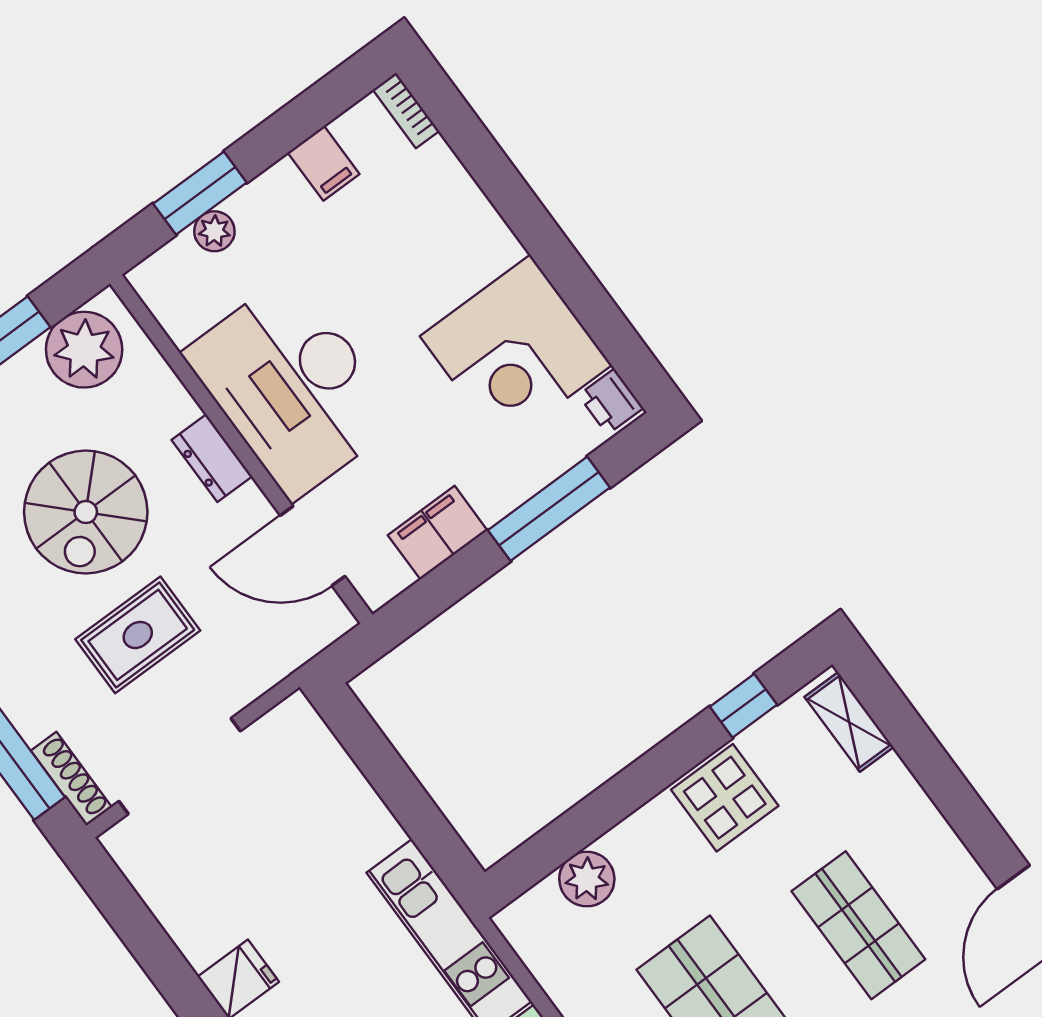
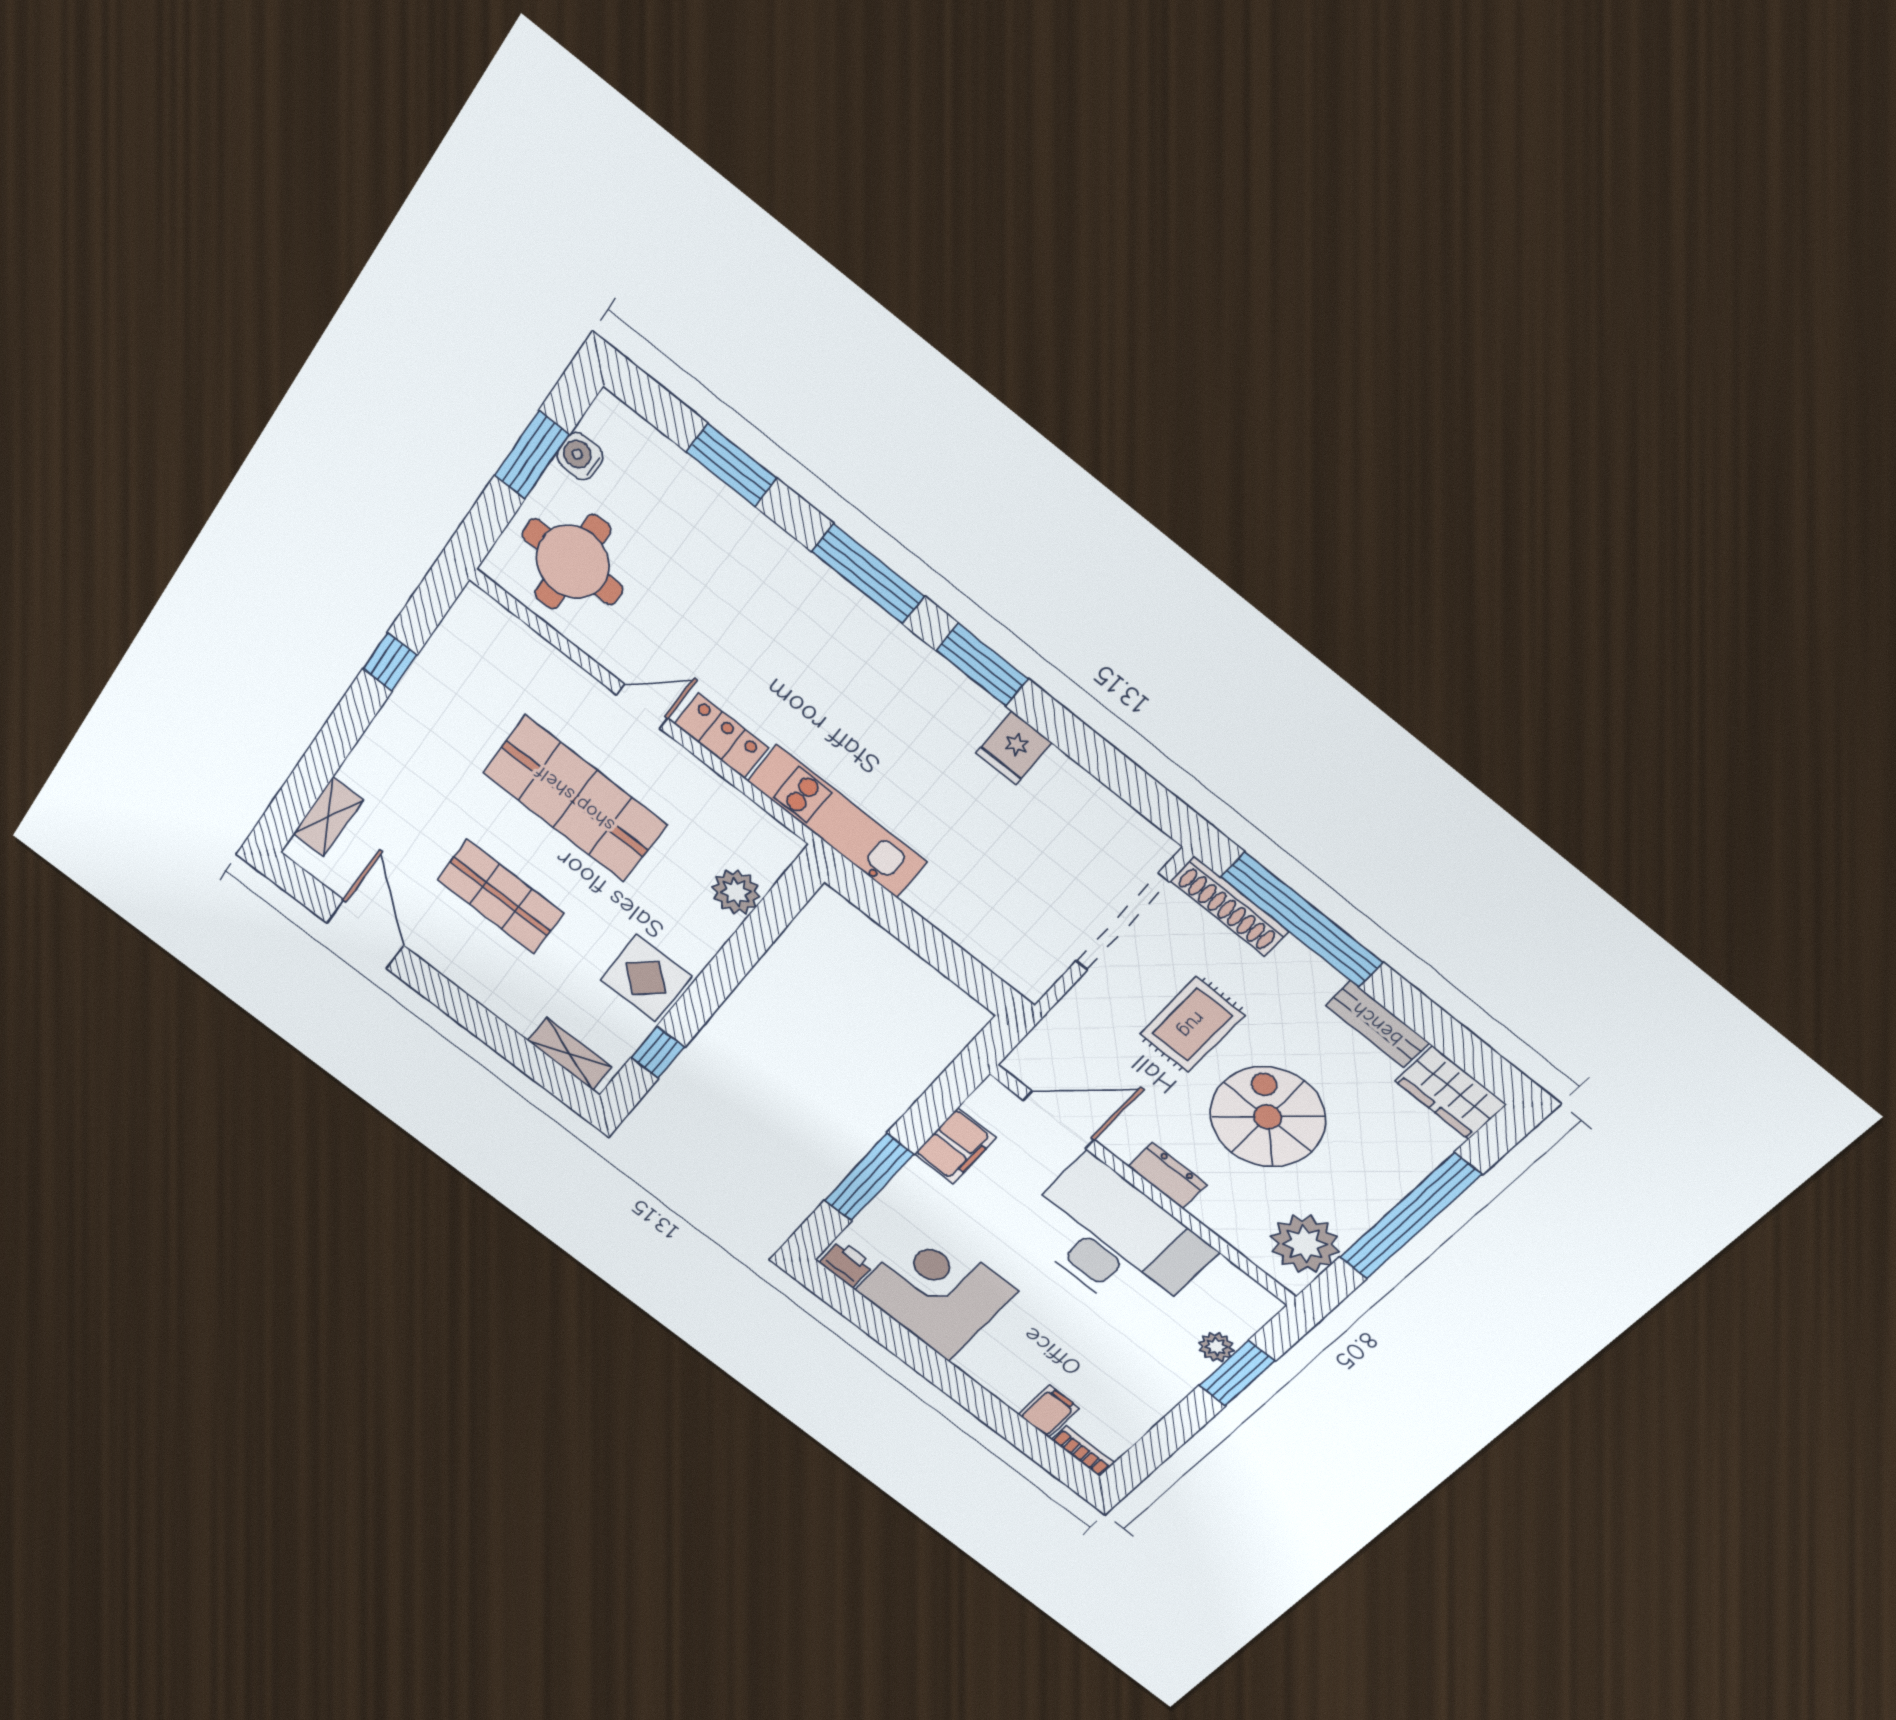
filing cabinet: (324, 163) -> (1049, 1411), moved, turned 90
shoe rack: (71, 779) -> (1230, 906), width x1.36, depth x1.24

